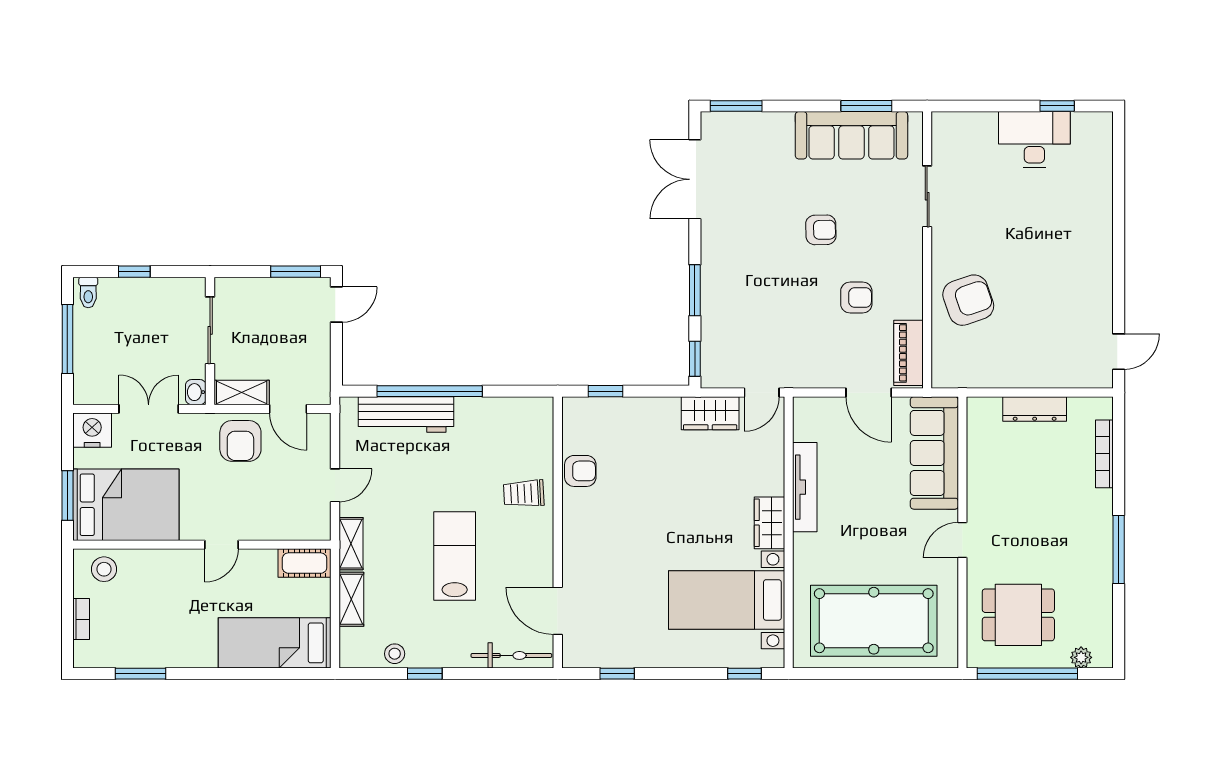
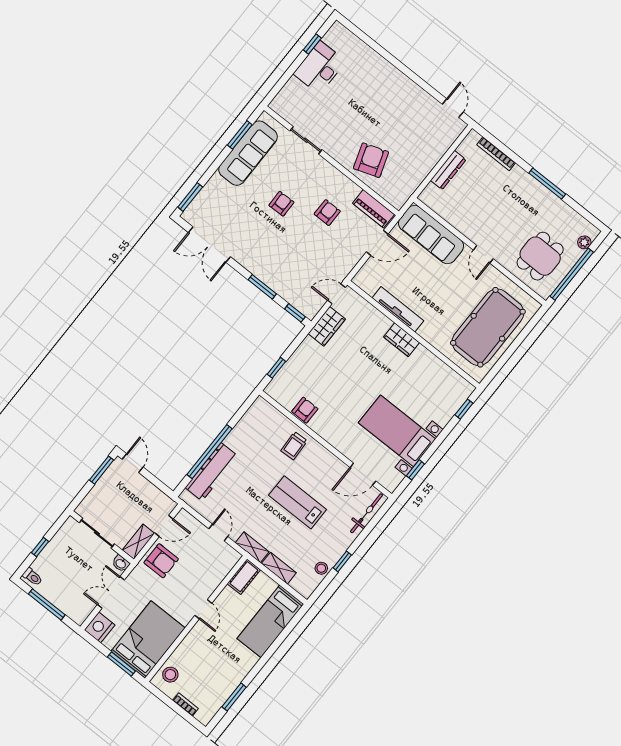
door: (762, 393) -> (336, 294), swing flipped
bed with nightstands: (727, 600) -> (397, 431), moved, turned 90

